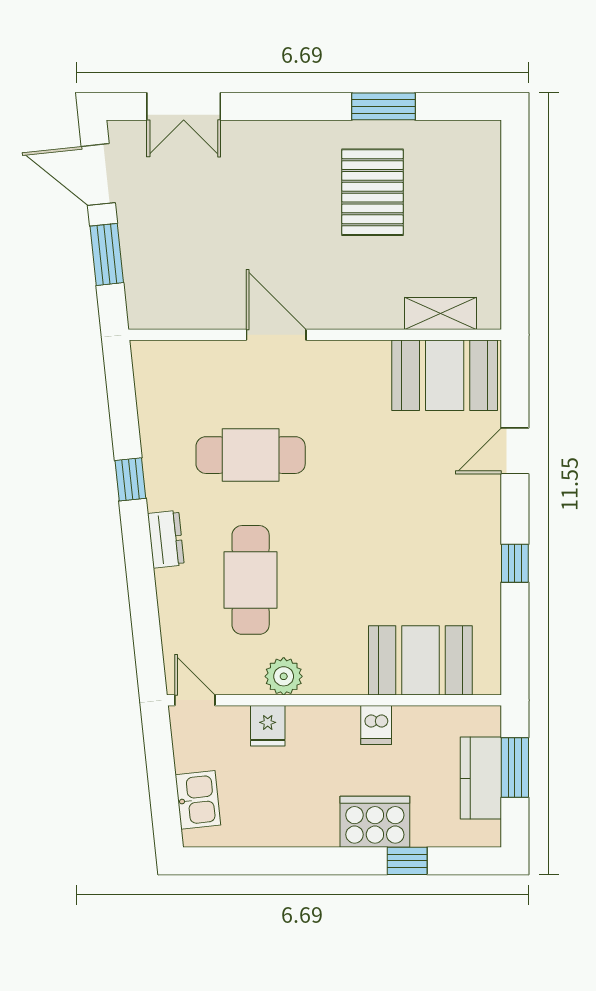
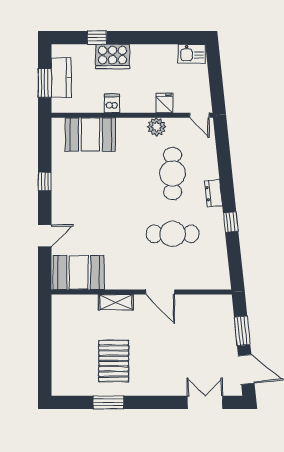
shelving: (440, 314) -> (116, 302), moved
kitchen sink: (198, 800) -> (192, 54), moved, turned -84

